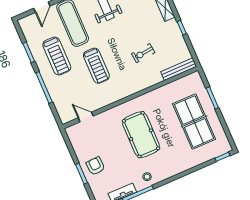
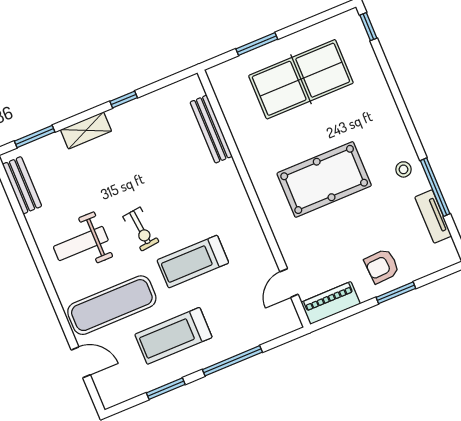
exercise bike: (143, 53) -> (141, 229), moved
treadmill: (57, 56) -> (173, 336), turned 180
treadmill: (96, 66) -> (193, 262), turned 180
bench: (179, 69) -> (211, 129), moved
piano: (76, 139) -> (331, 303), added

